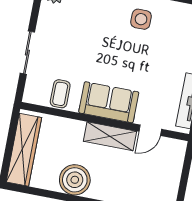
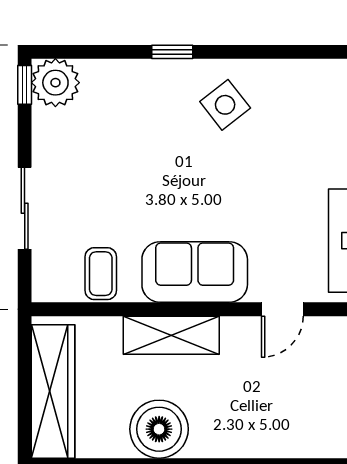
side table: (141, 19) -> (225, 105), turned -38
shelving: (110, 136) -> (171, 335), moved

